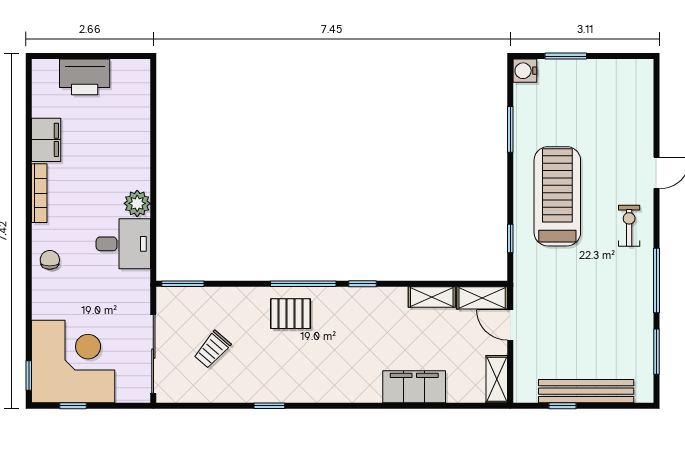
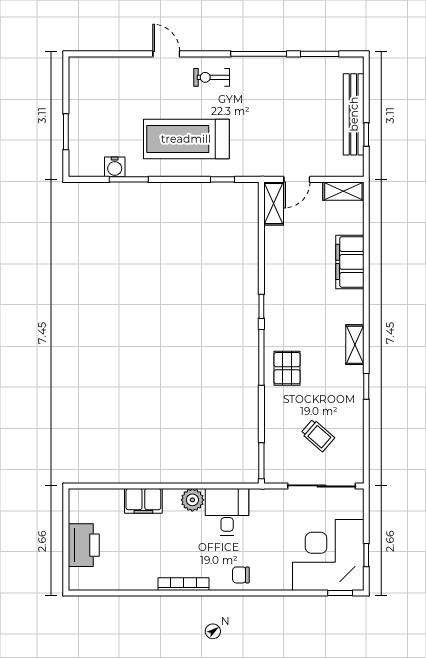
water cooler: (525, 71) -> (115, 167), moved
filing cabinet: (46, 140) -> (143, 501), moved, turned 180
shelving: (432, 297) -> (355, 345), moved

